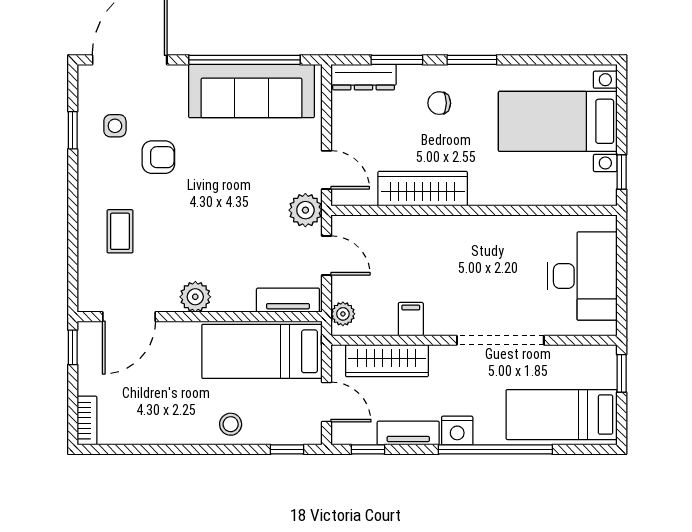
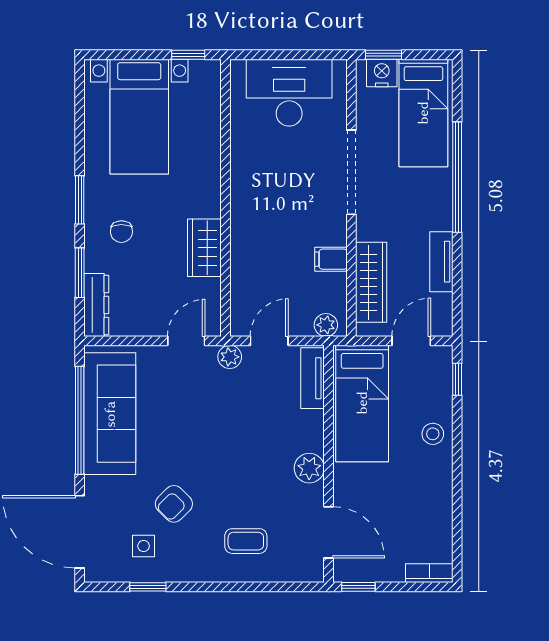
armchair: (158, 157) -> (174, 504), turned -135
wardrobe: (423, 189) -> (204, 248), width x0.67
plant: (305, 210) -> (230, 357), width x0.73, depth x0.73
nightstand: (457, 431) -> (382, 73), moved, turned -90
window: (368, 449) -> (457, 301), removed

